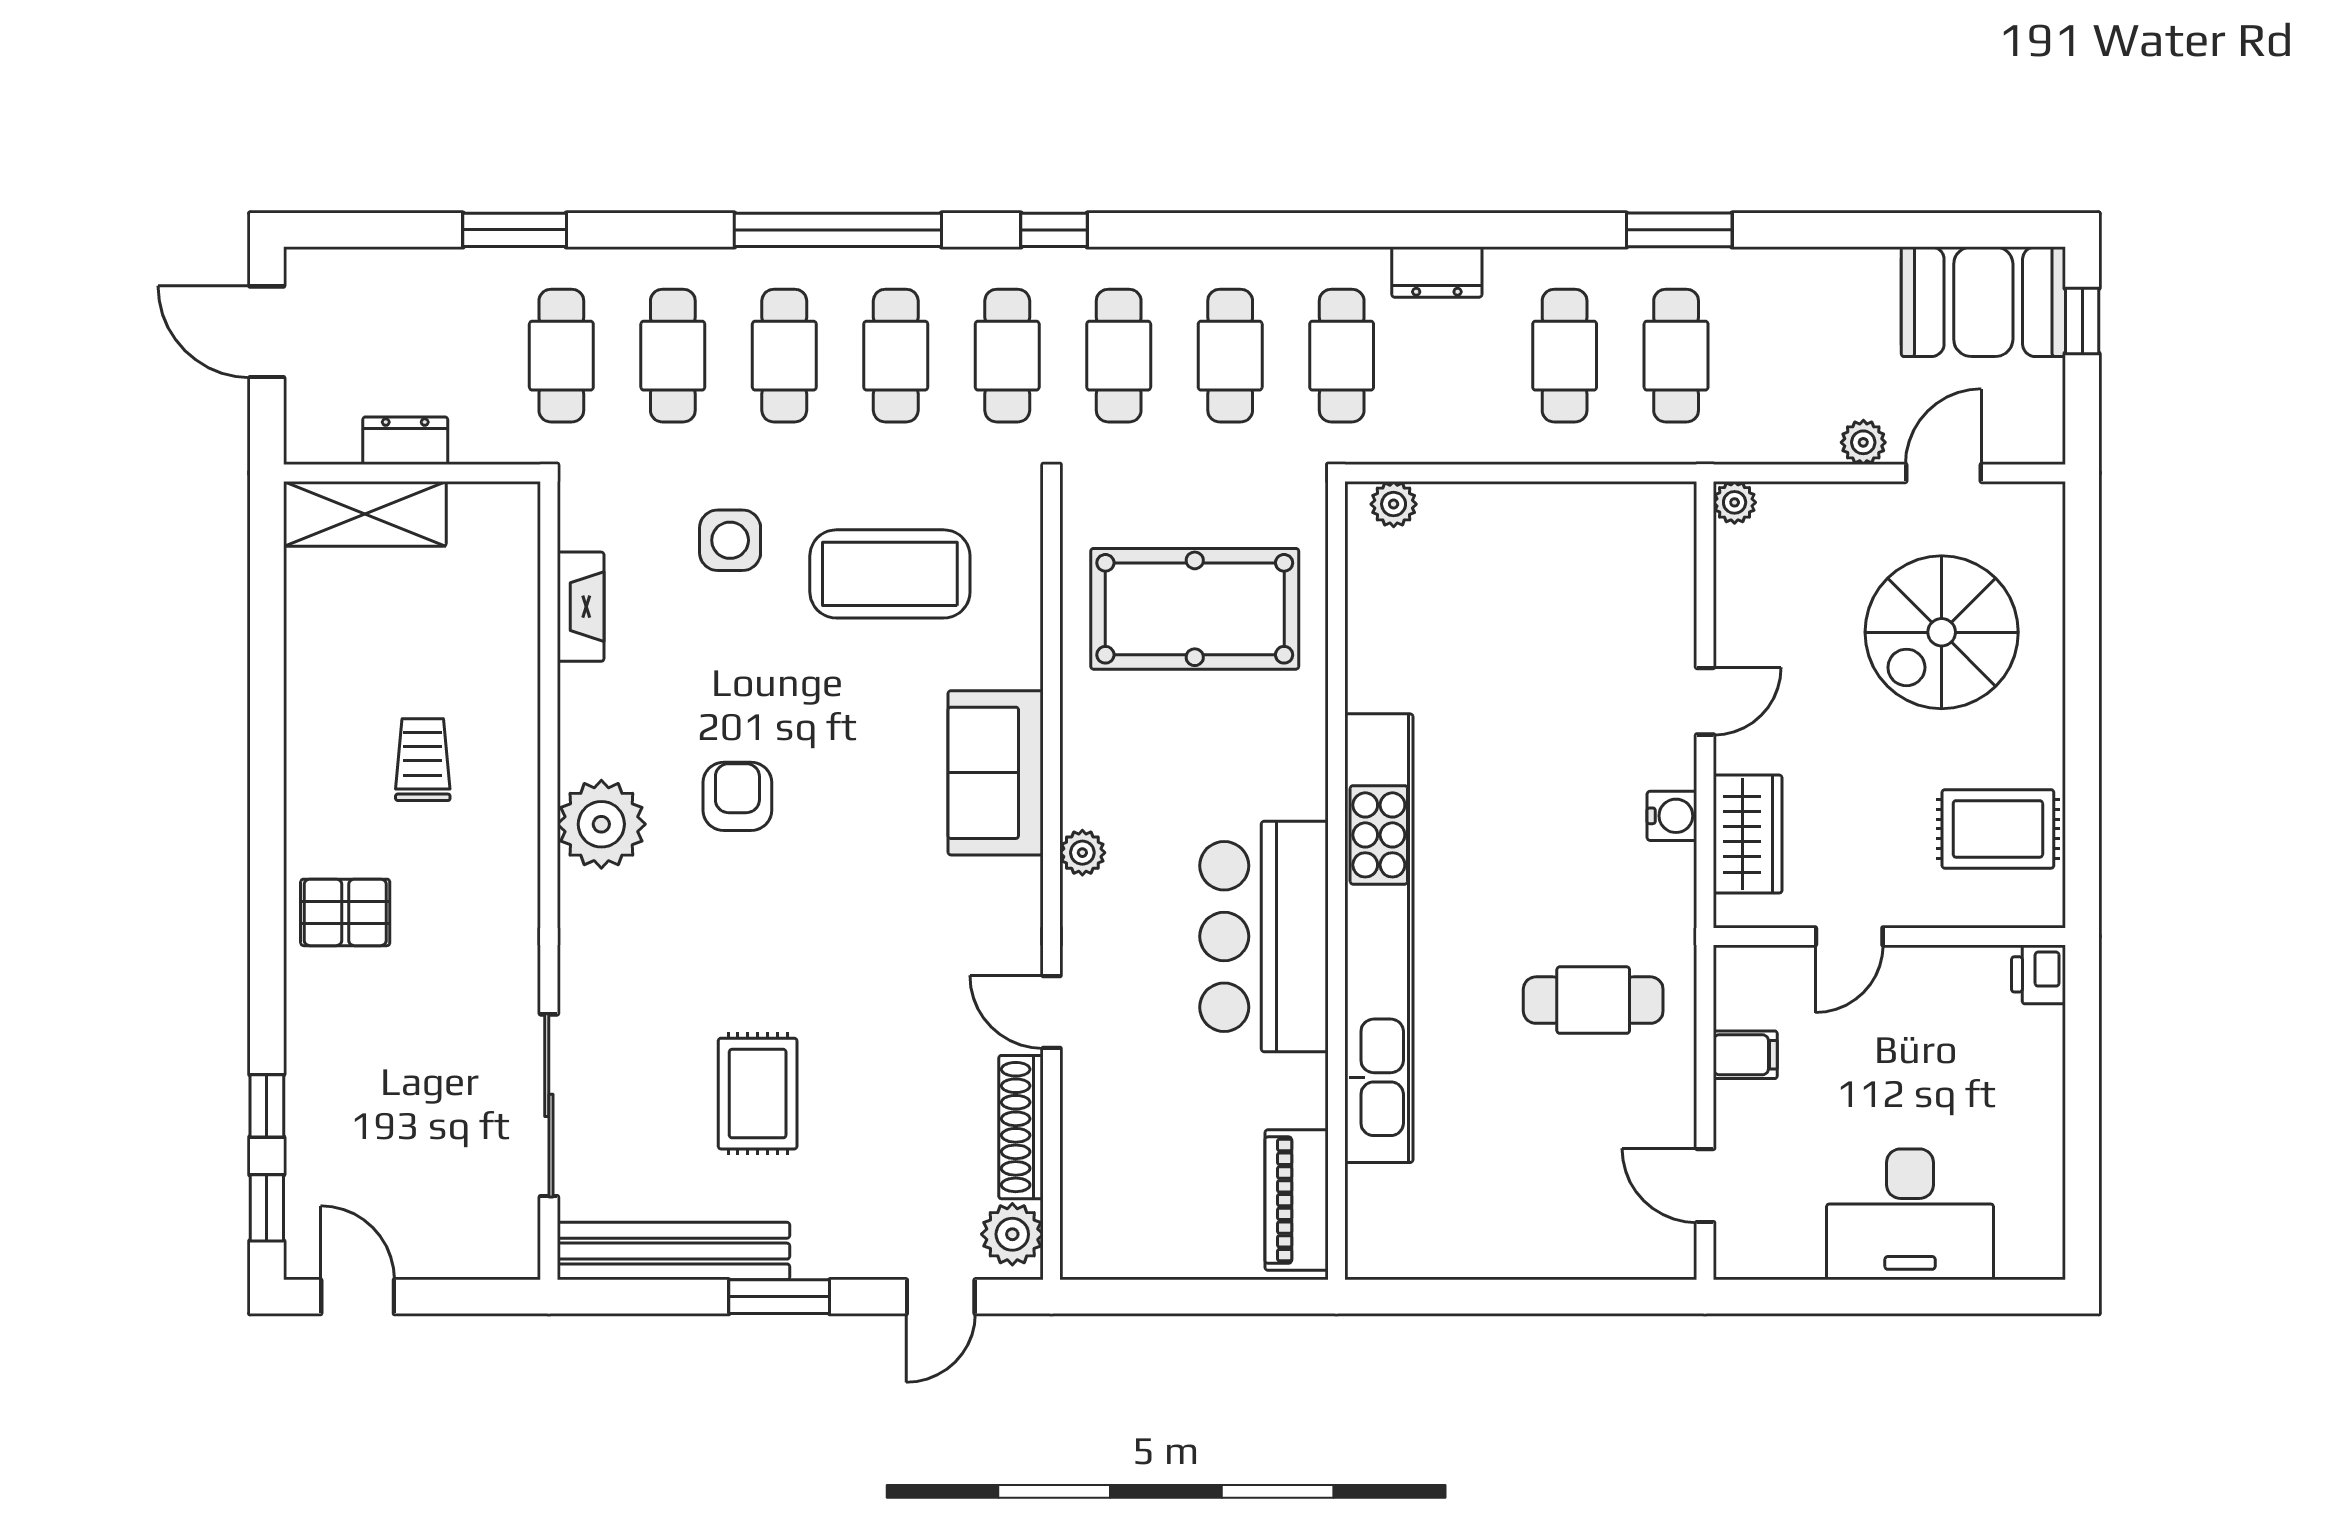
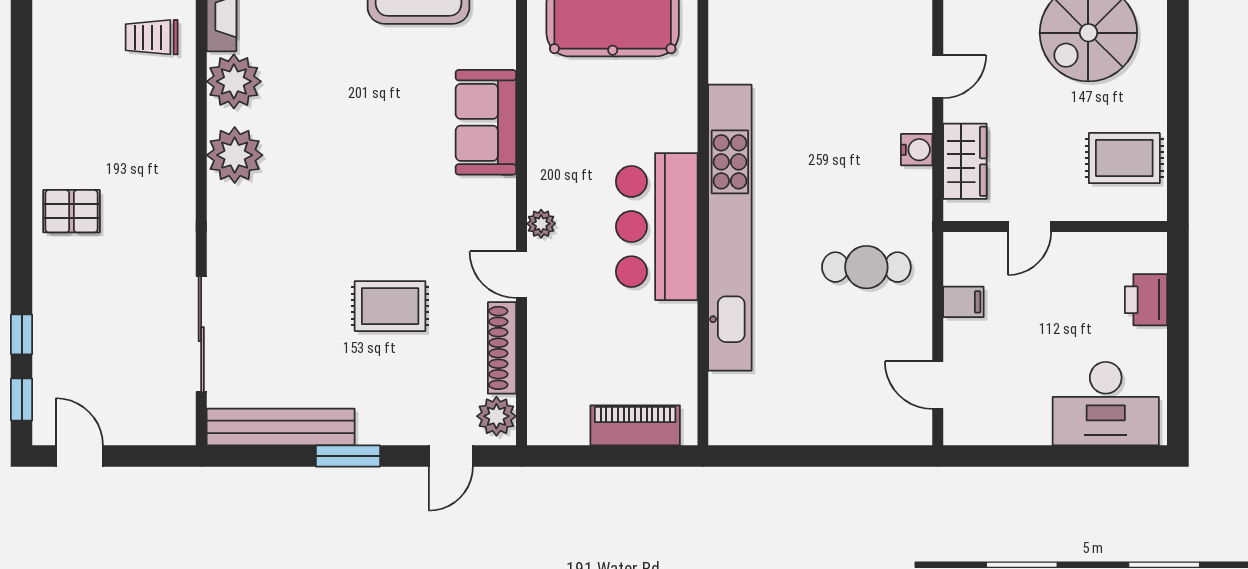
plant: (600, 709) -> (234, 81), added
trolley: (423, 760) -> (152, 37), moved, turned -90
armchair: (737, 796) -> (321, 137), removed
plant: (1082, 853) -> (541, 224), moved
printer: (2038, 974) -> (1146, 300), moved, width x1.36, depth x1.24
rug: (758, 1094) -> (390, 306), moved, turned 90
piano: (1297, 1200) -> (635, 425), moved, turned 90
desk: (1910, 1214) -> (1106, 404), moved

